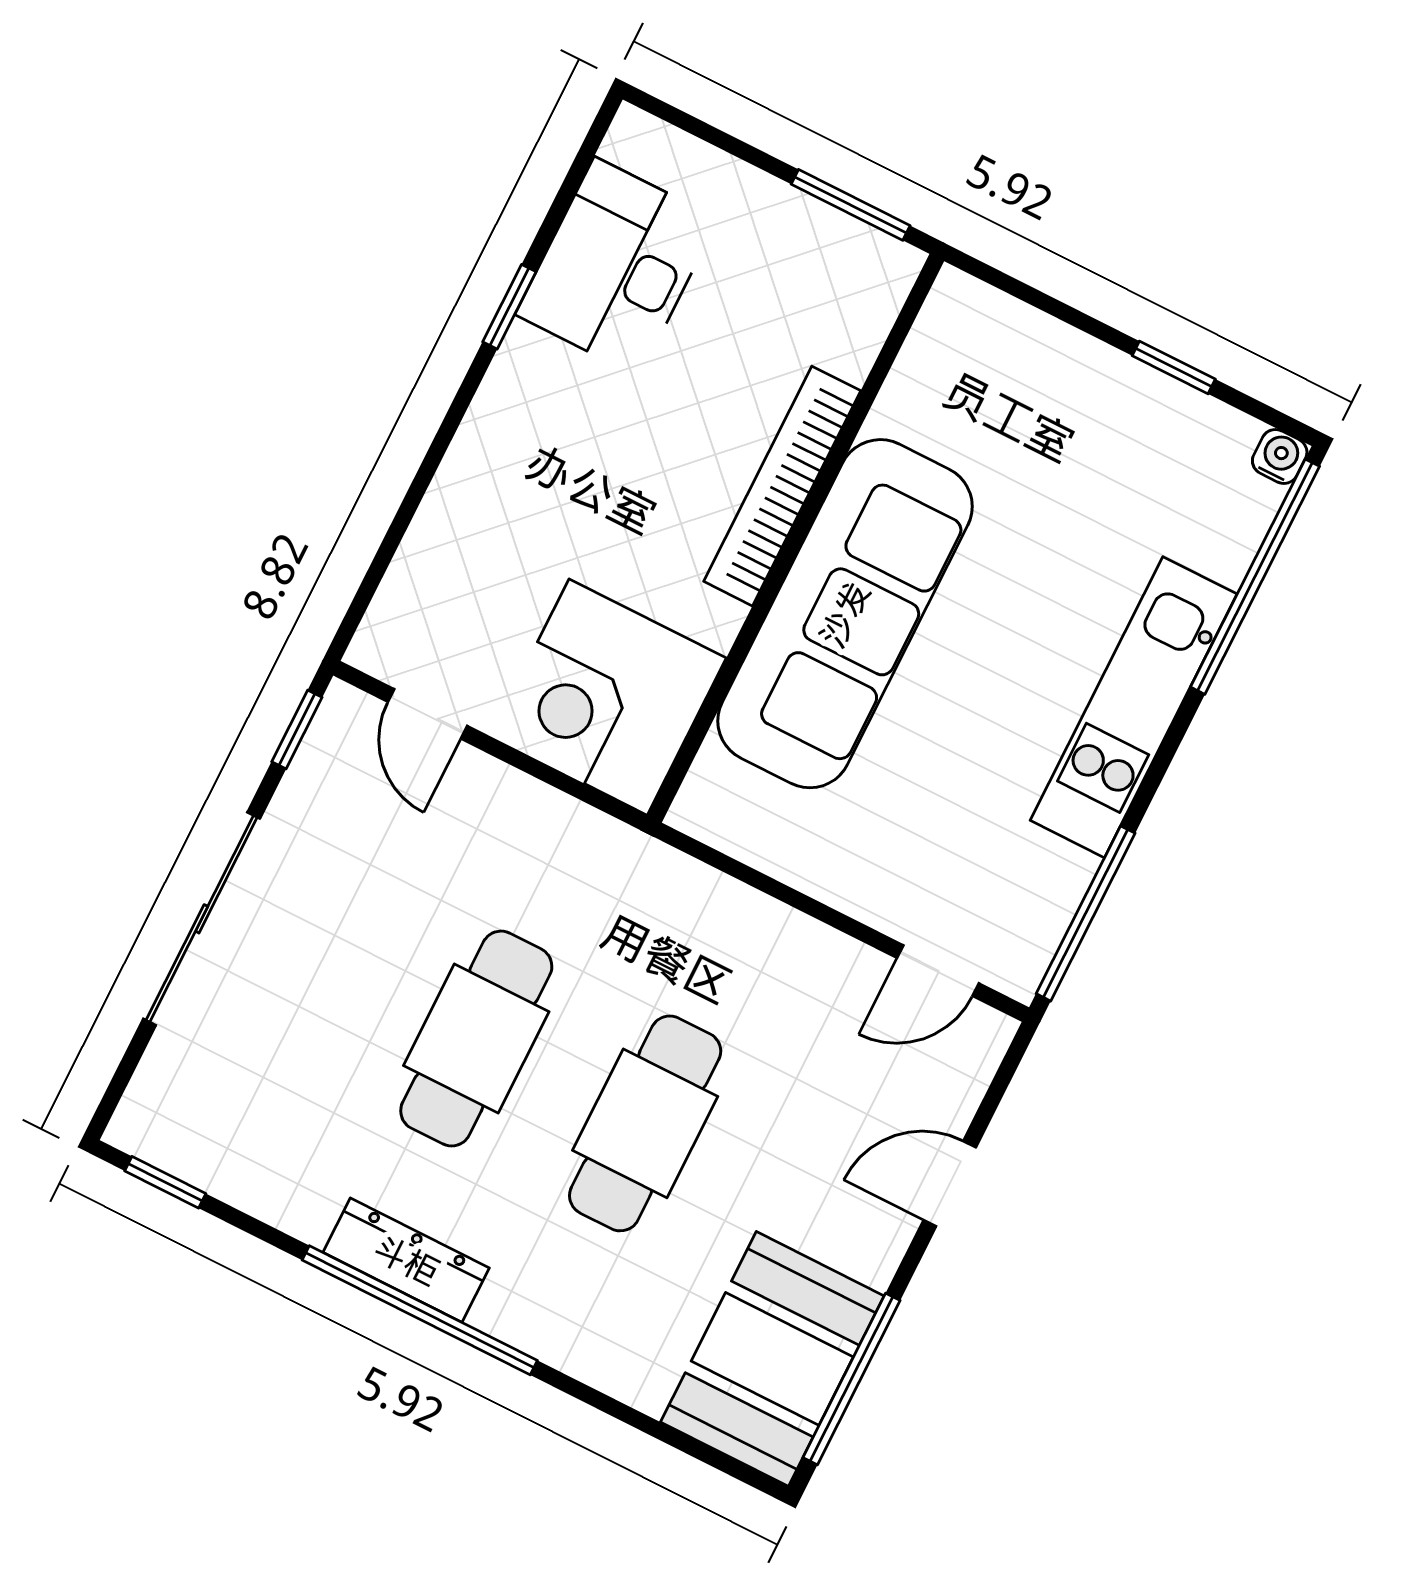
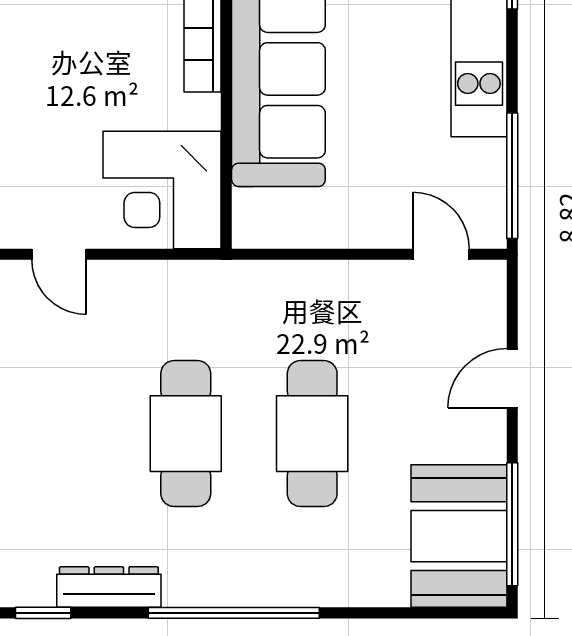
door: (938, 971) -> (441, 254), swing flipped
dresser: (406, 1260) -> (109, 587), moved

